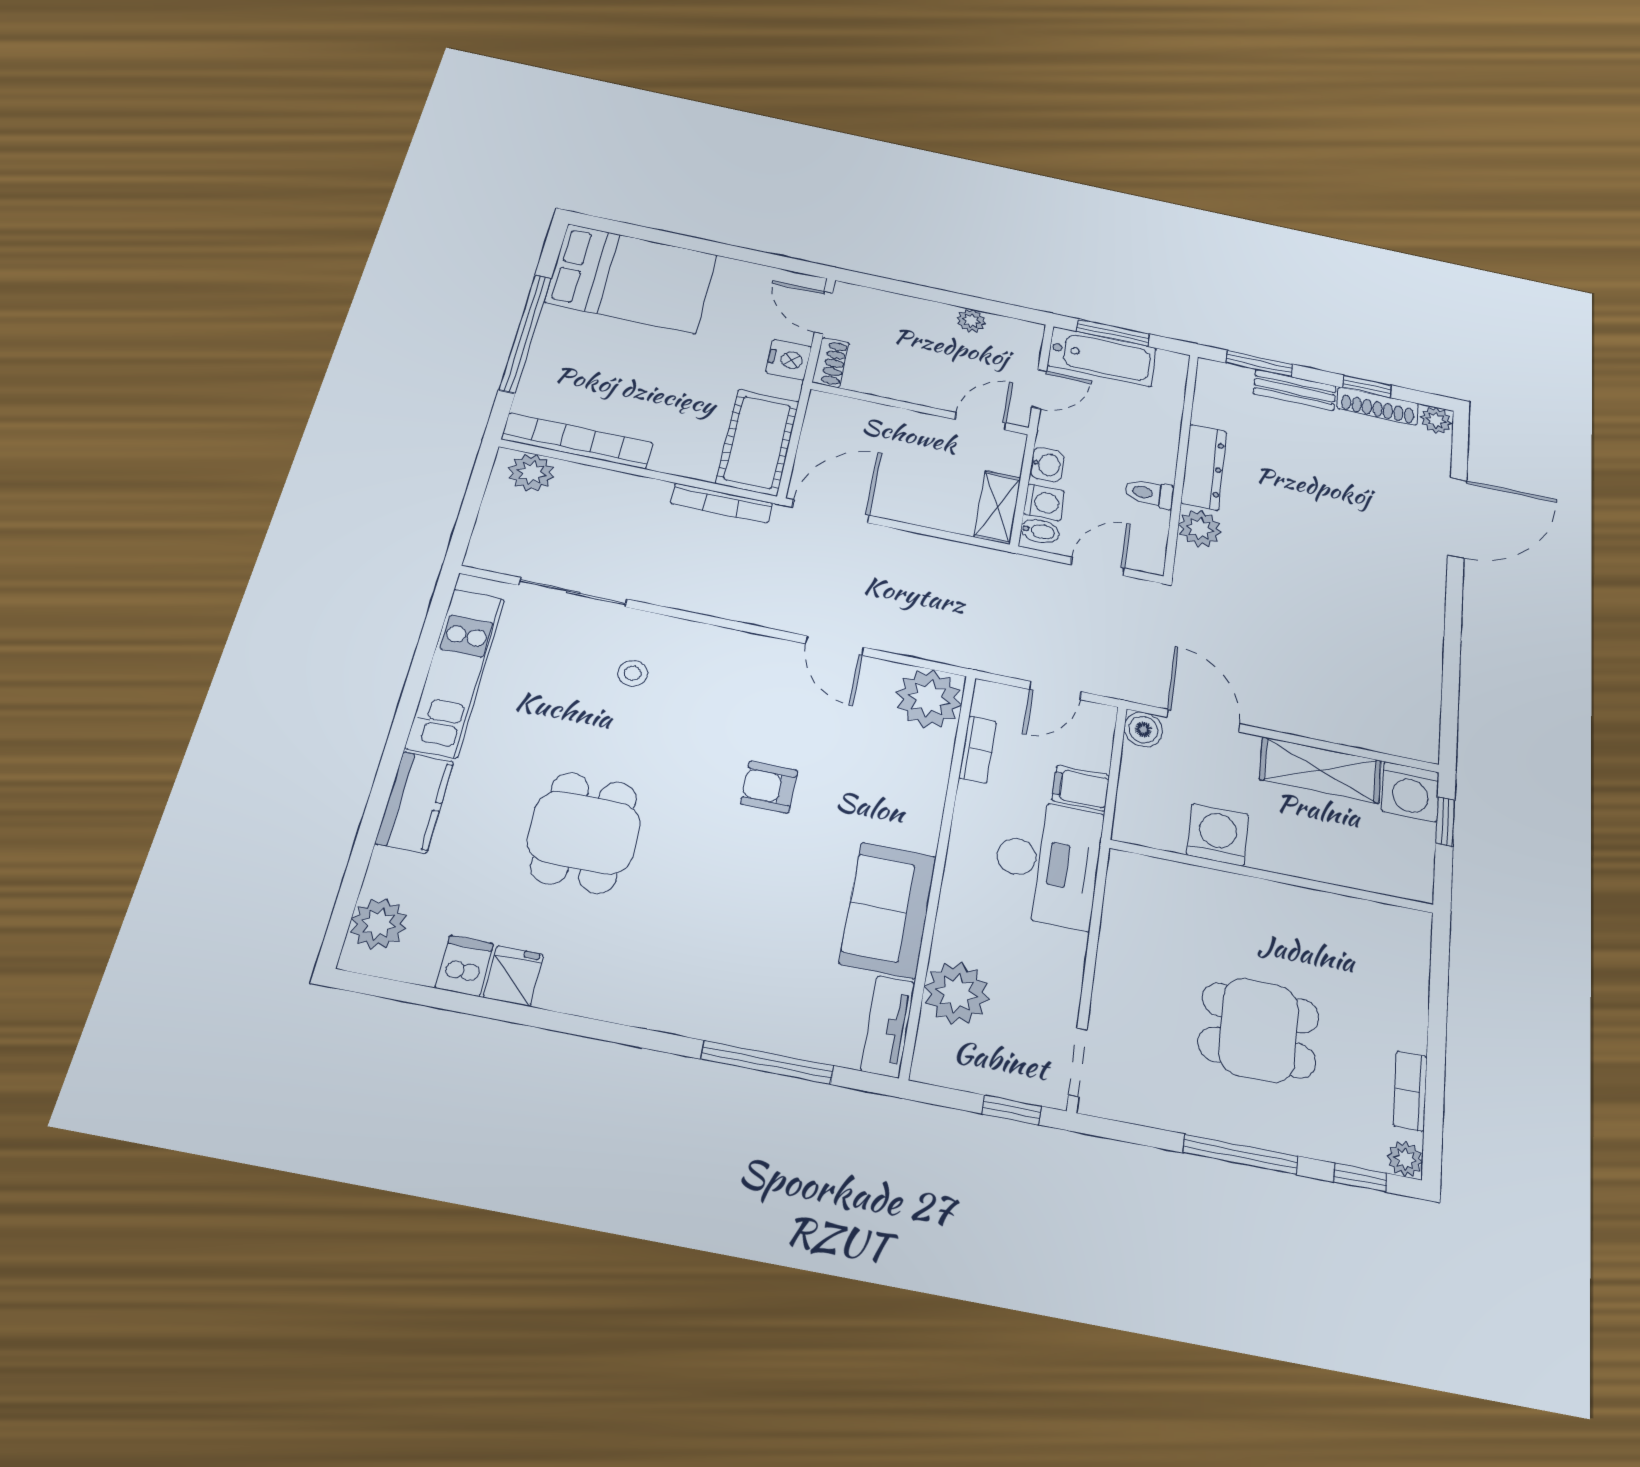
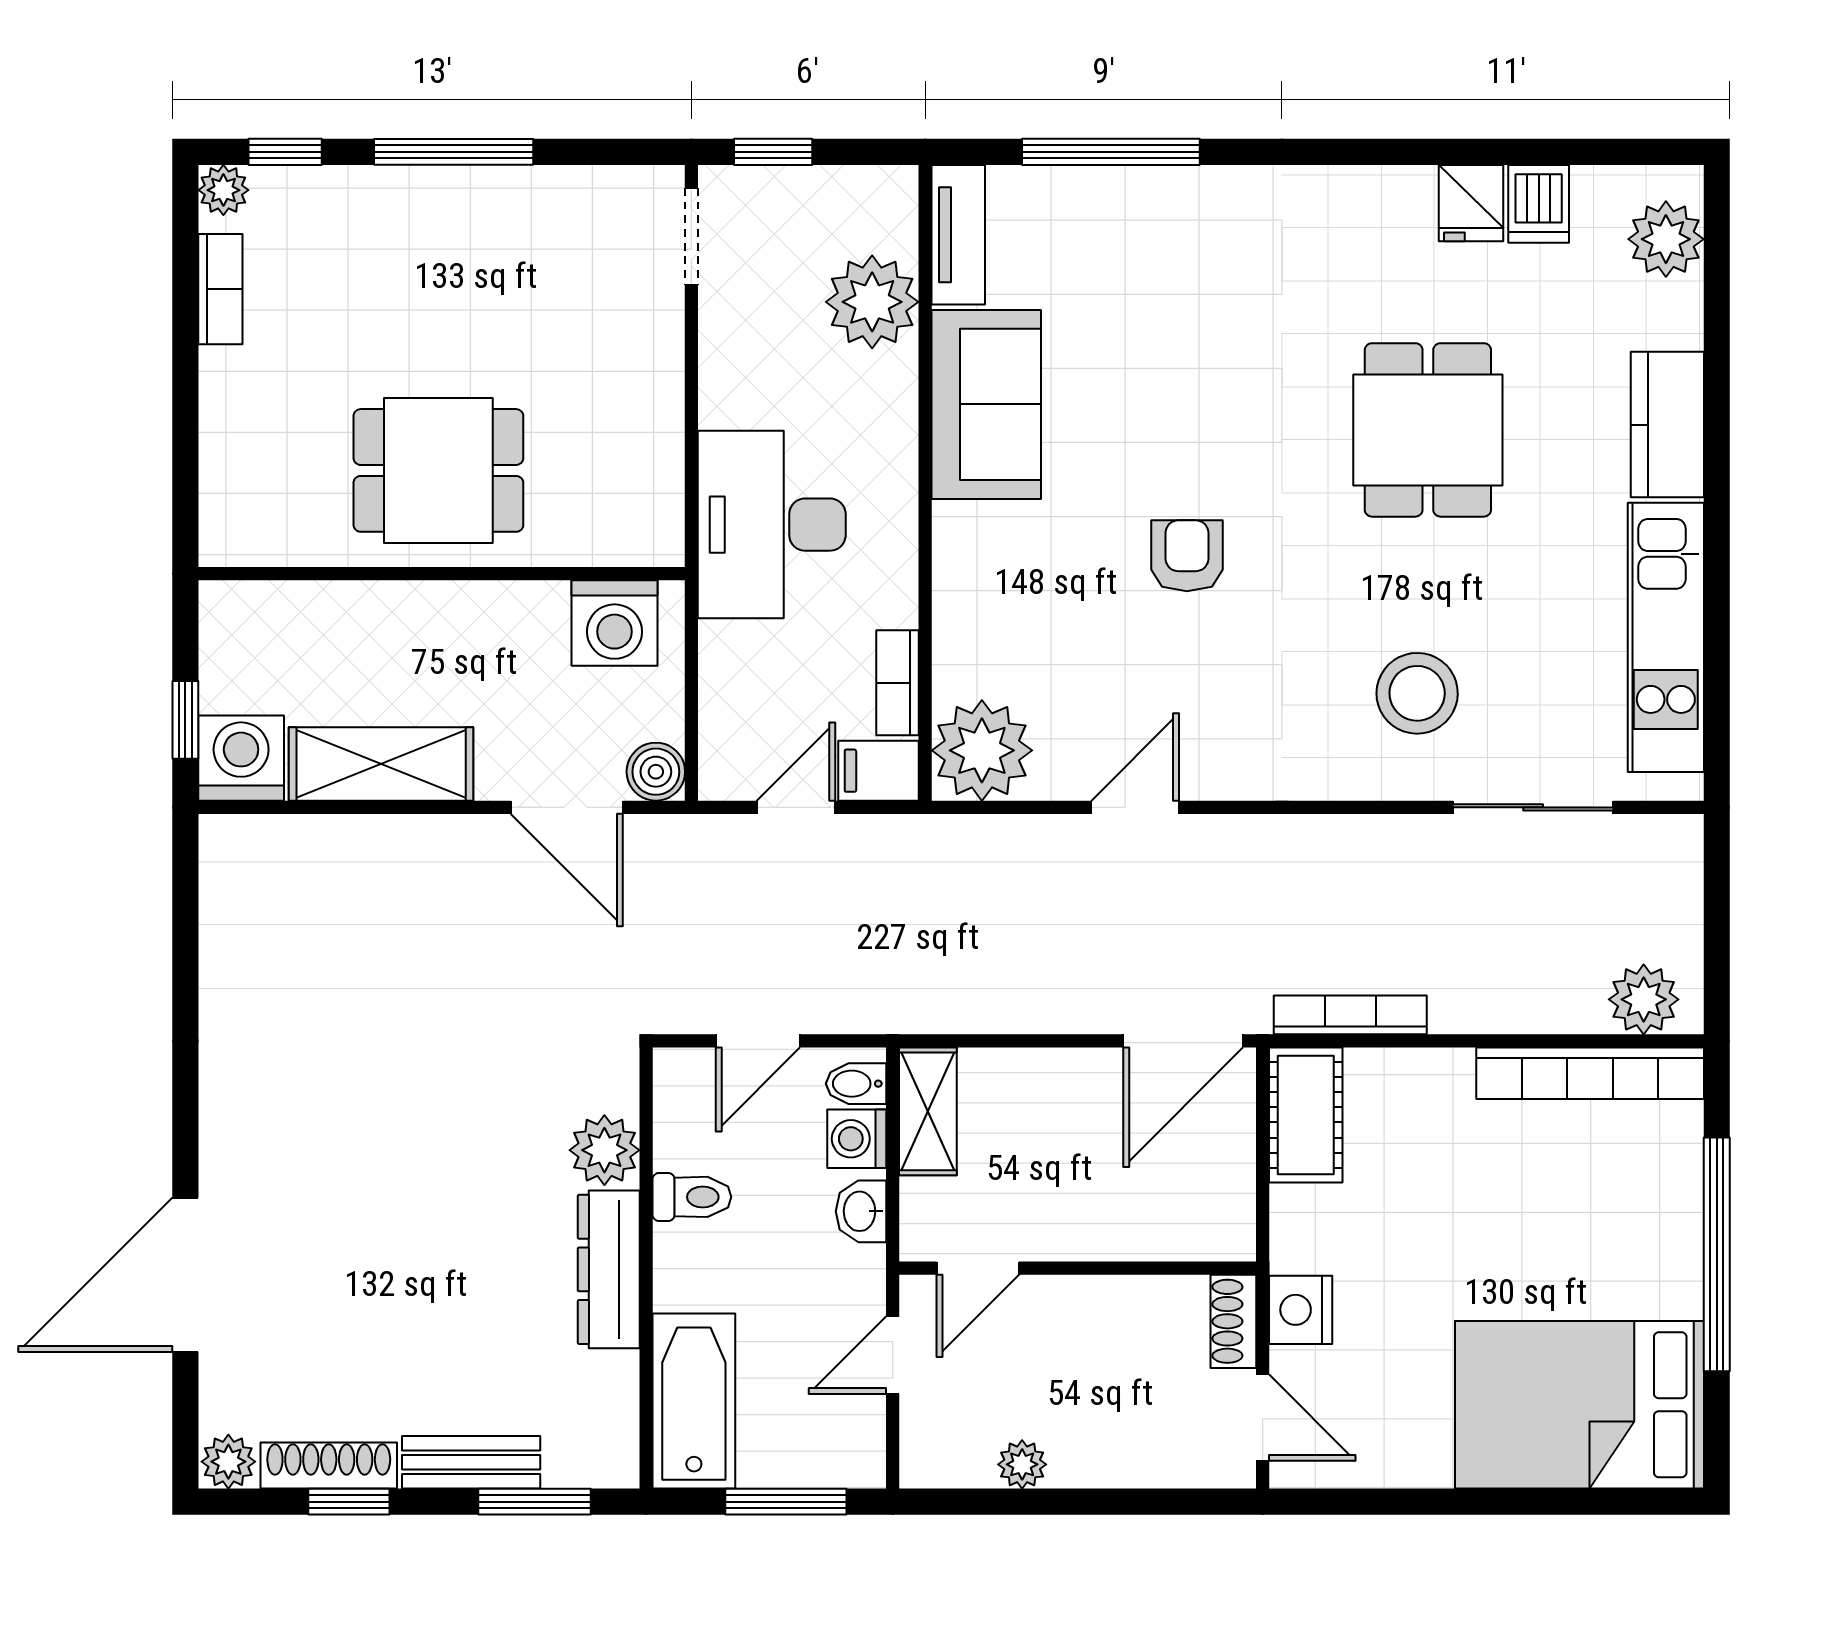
bathtub: (1102, 357) -> (694, 1401), moved, turned 90
cot: (758, 442) -> (1306, 1115), width x0.73, depth x0.75
door: (835, 646) -> (1135, 807), hinge flipped
stool: (633, 673) -> (1417, 693), width x1.89, depth x1.89
armchair: (769, 787) -> (1187, 556), turned -90
filing cabinet: (1081, 788) -> (878, 771), moved, turned 180
washing machine: (1218, 835) -> (614, 623), moved
dining table: (1259, 1030) -> (438, 470), moved

